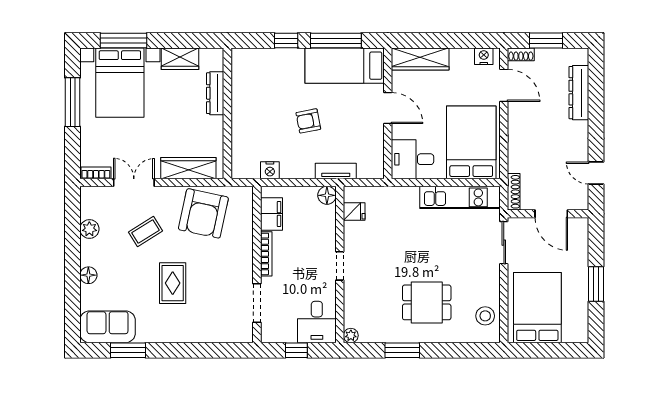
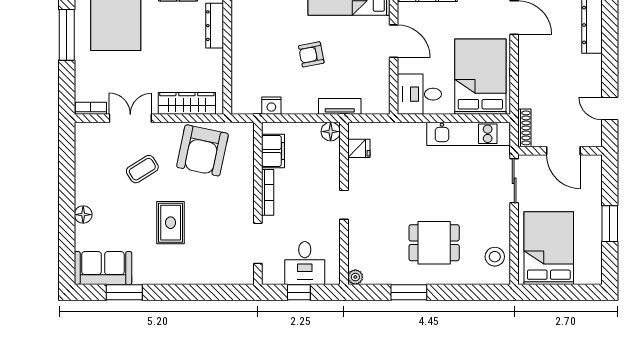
plant: (89, 229) -> (84, 167), removed
desk: (317, 322) -> (305, 263), moved

